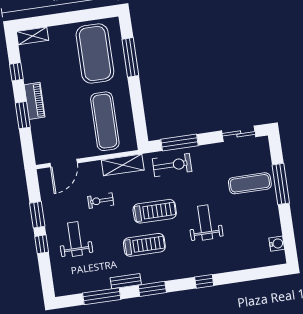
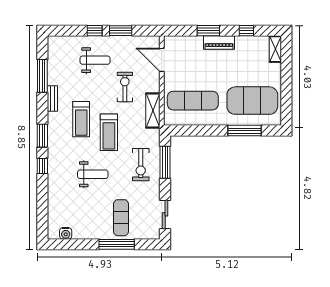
exercise bike: (172, 165) -> (141, 165), moved
exercise bike: (101, 201) -> (125, 87), width x1.38, depth x1.39
window: (152, 289) -> (42, 136), moved

